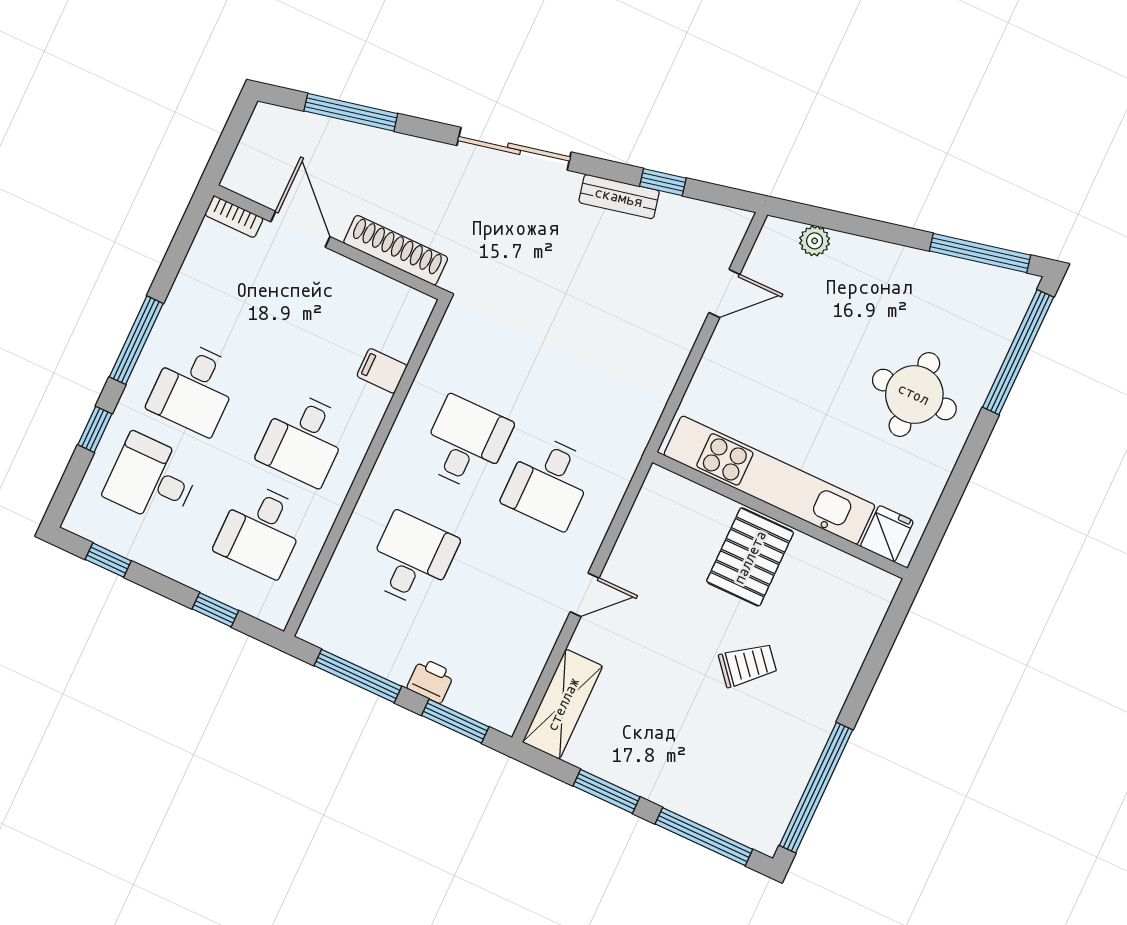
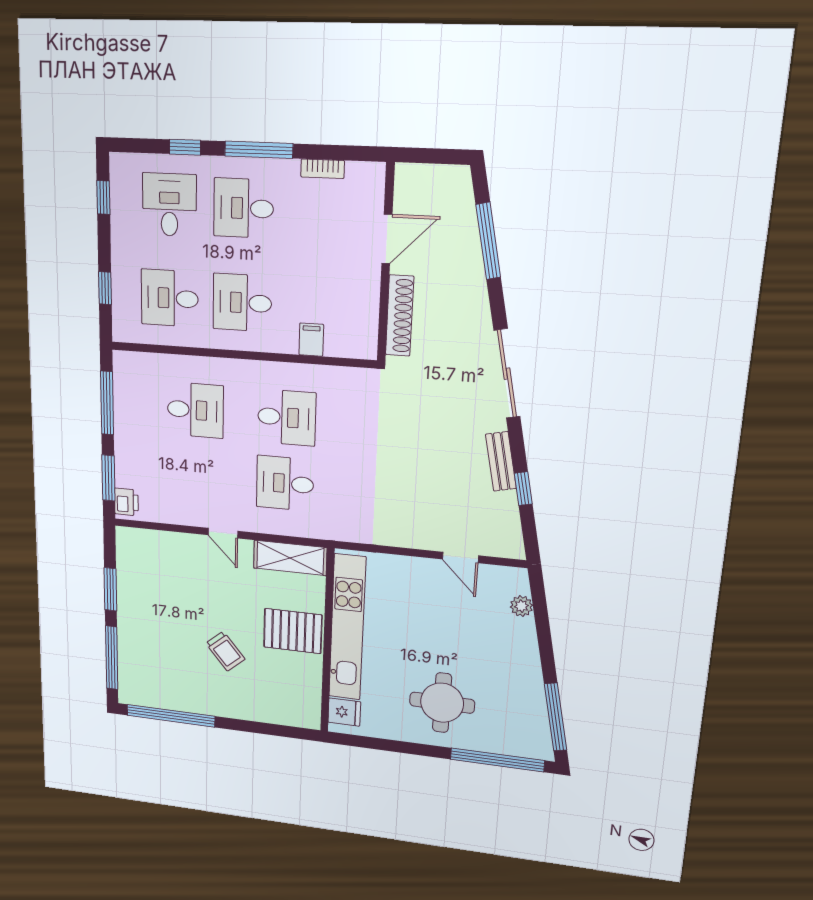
bookcase: (234, 217) -> (323, 169), moved, turned -90
printer: (431, 681) -> (126, 502), moved
shelving: (563, 704) -> (290, 558), moved

